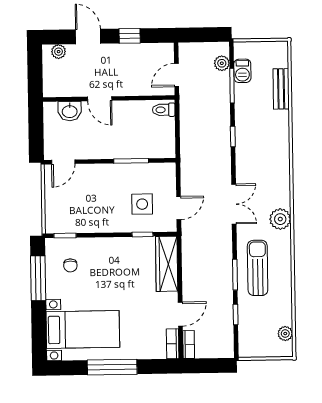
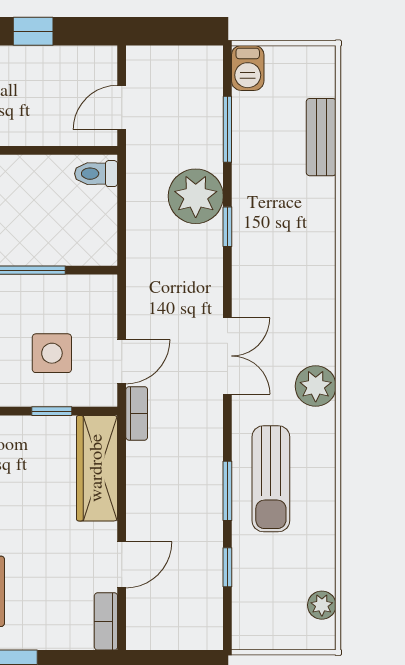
plant: (222, 63) -> (196, 196), moved, width x1.87, depth x1.87
barbecue: (242, 71) -> (248, 68), moved
sun lounger: (258, 268) -> (271, 479), turned 180
bookcase: (189, 345) -> (137, 413), moved

